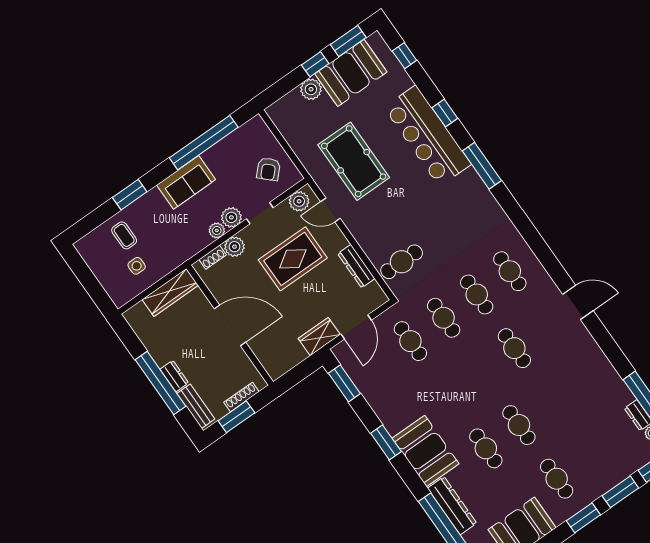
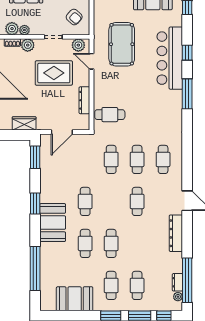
armchair: (268, 169) -> (74, 17), turned -92
plant: (231, 217) -> (12, 29), moved
wardrobe: (319, 337) -> (24, 123), moved
cafe table: (410, 341) -> (85, 201), moved
cafe table: (590, 455) -> (137, 285), added
dresser: (452, 506) -> (176, 233), moved, turned 180

